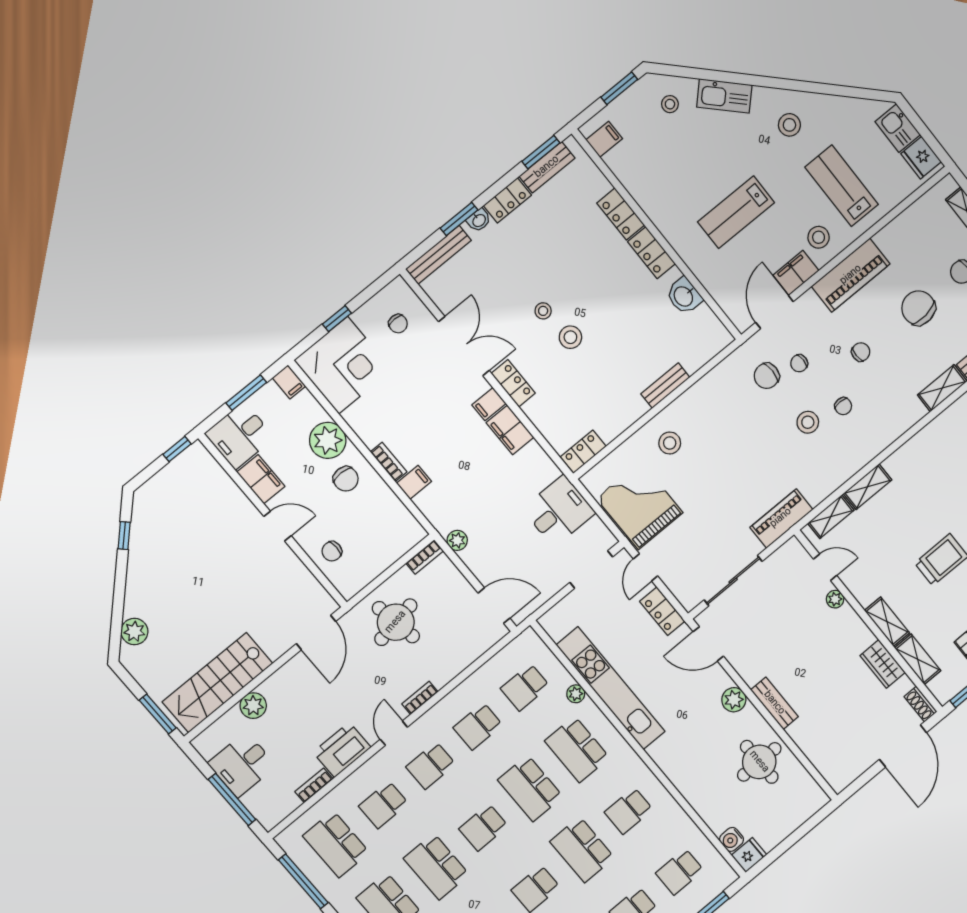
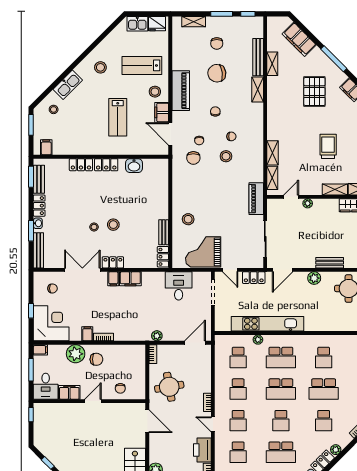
bench: (665, 386) -> (164, 232), moved
filing cabinet: (414, 482) -> (87, 334), moved

